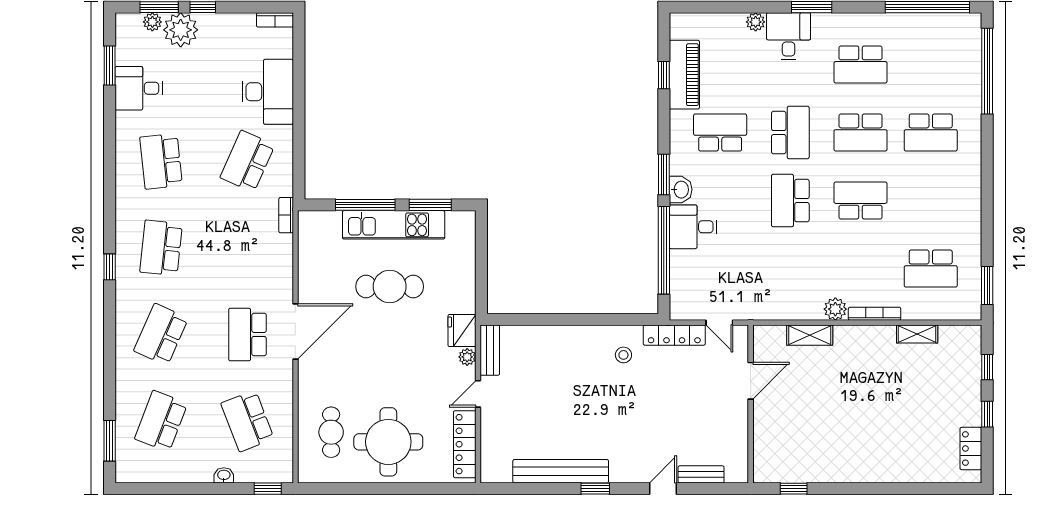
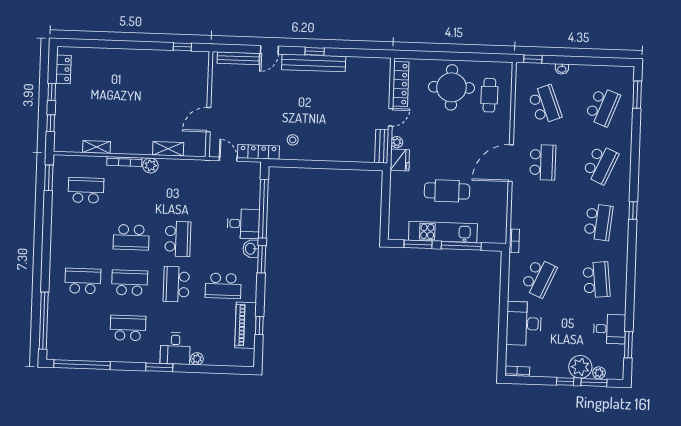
bench: (561, 471) -> (314, 63), moved
bench: (701, 474) -> (238, 58), width x1.36

